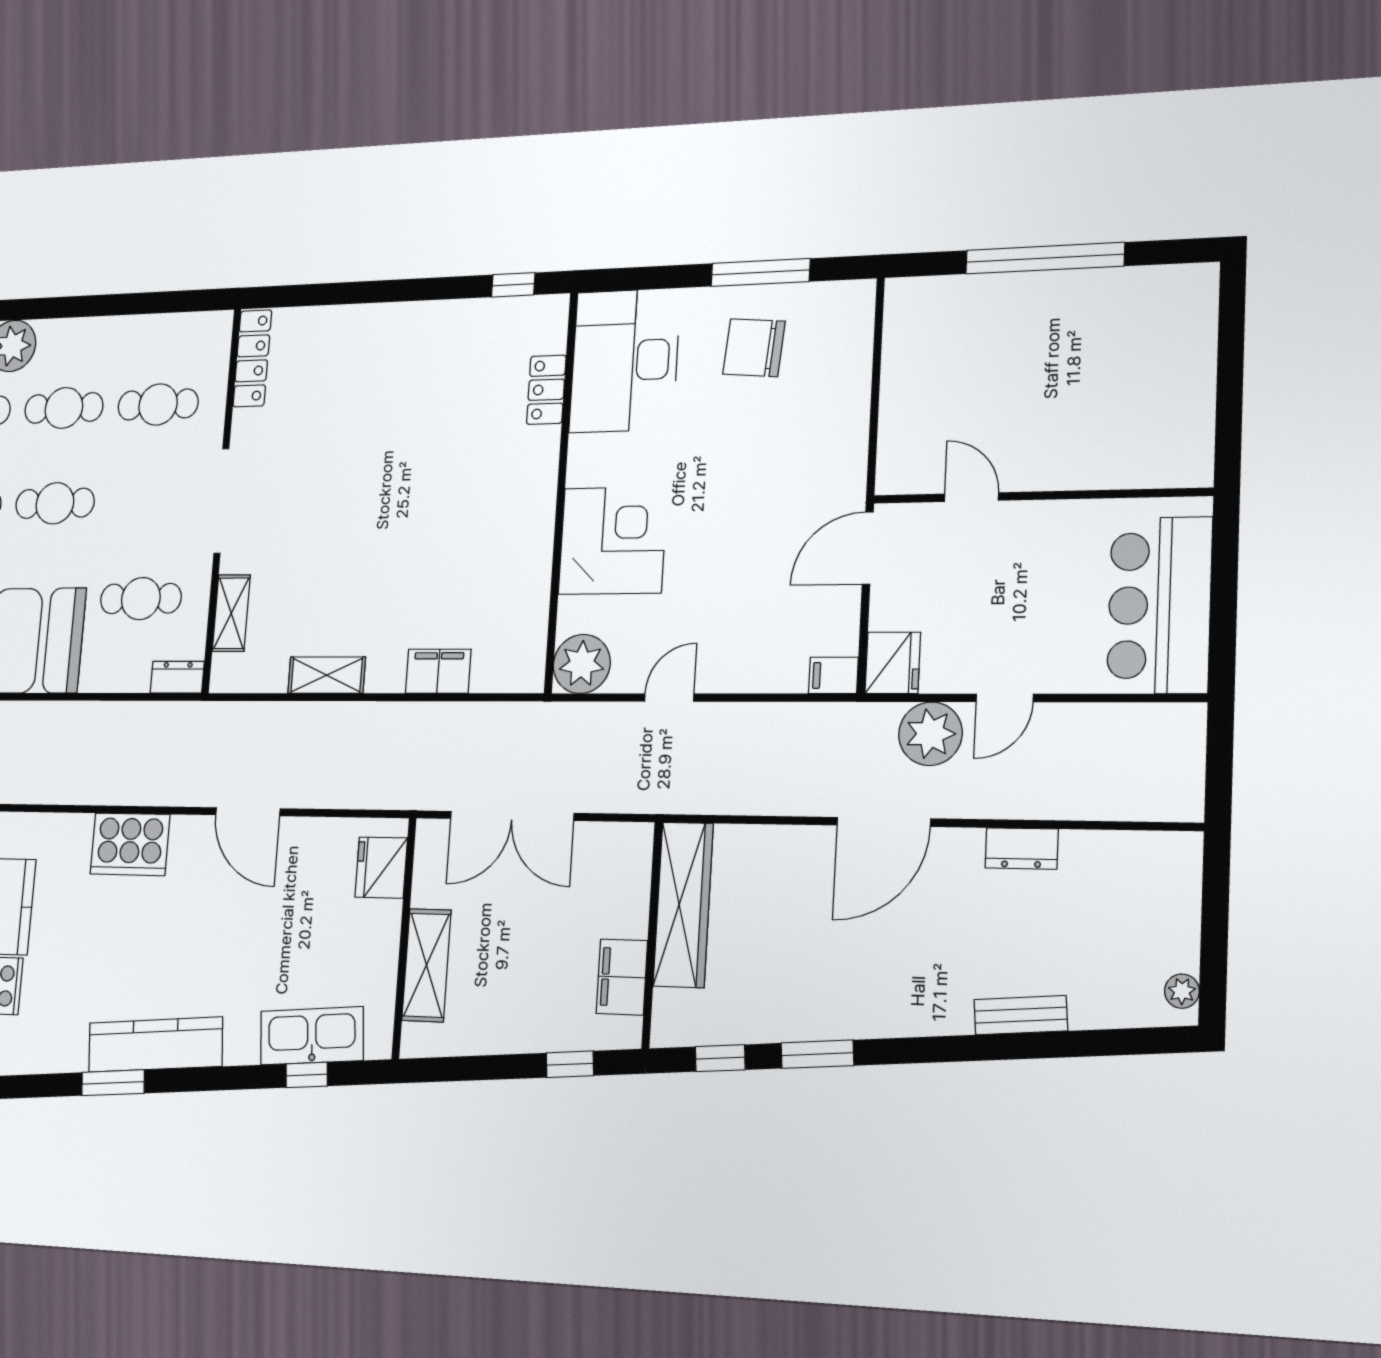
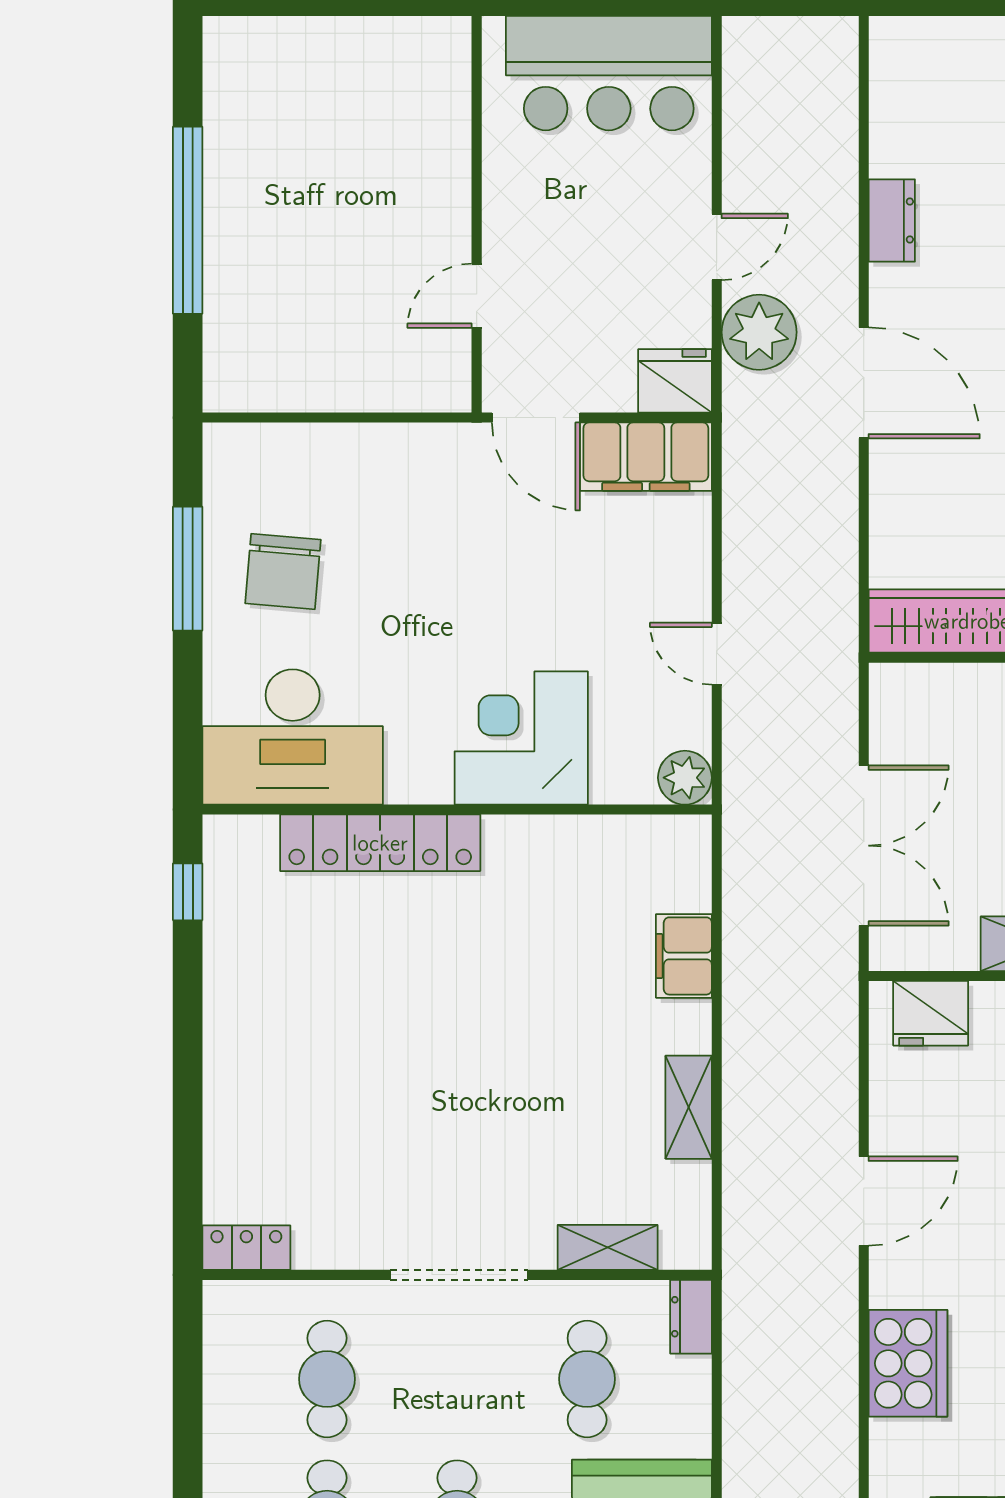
locker: (252, 358) -> (246, 1248), width x0.66
locker: (546, 390) -> (380, 843), width x2.16, depth x1.21
plant: (582, 664) -> (685, 778), width x0.73, depth x0.73
filing cabinet: (833, 675) -> (646, 457), width x3.00, depth x1.17
door: (1005, 698) -> (717, 247), hinge flipped

